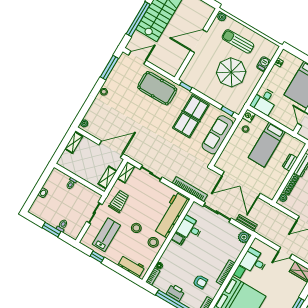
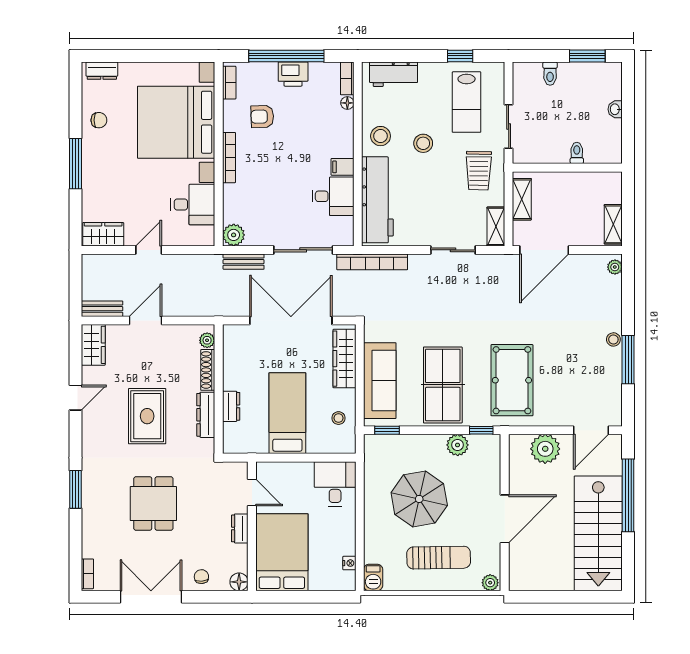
plant: (162, 61) -> (545, 449), added
barbecue: (263, 64) -> (373, 577), moved
window: (109, 68) -> (628, 360), moved
plant: (200, 86) -> (458, 445), added
pool table: (157, 88) -> (512, 380), moved, turned 90
nightstand: (249, 116) -> (346, 444), removed
wardrobe: (227, 154) -> (344, 359), added
window: (52, 230) -> (587, 56), moved

